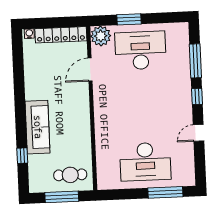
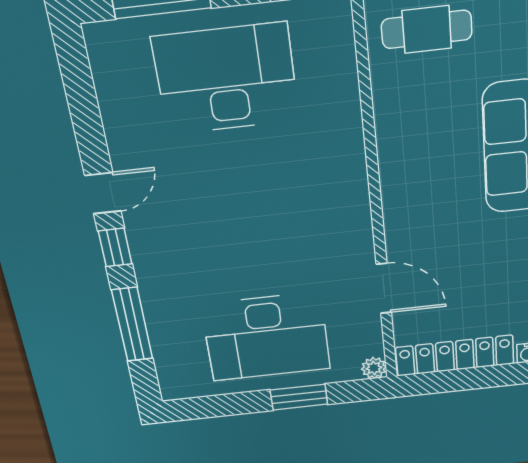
plant: (101, 36) -> (374, 368), width x0.53, depth x0.53
door: (90, 70) -> (384, 288), hinge flipped
door: (199, 133) -> (103, 193), moved

